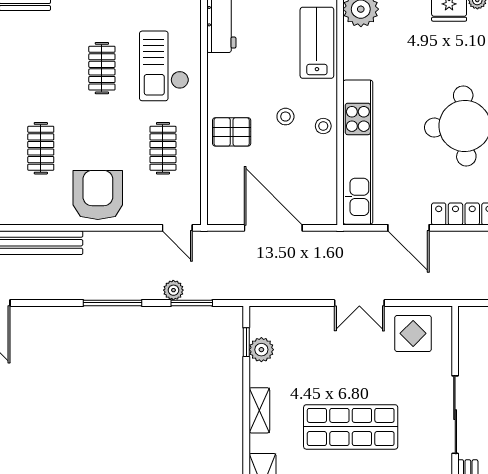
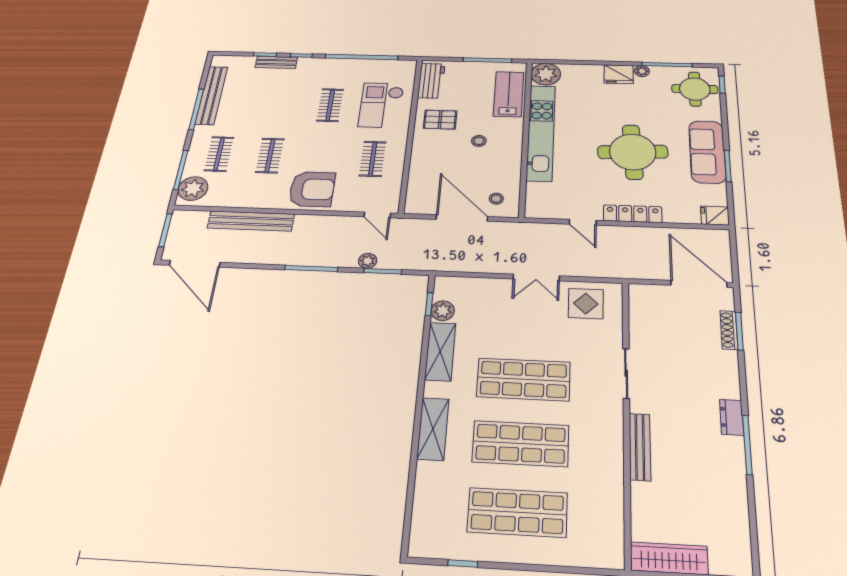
stool: (323, 126) -> (496, 199), moved
pallet: (232, 132) -> (440, 120), moved
kitchen unit: (358, 152) -> (541, 132), moved
armchair: (98, 195) -> (312, 189), turned 90
door: (409, 228) -> (583, 222), width x0.73
shelving: (259, 410) -> (440, 351), width x1.50, depth x1.33
sliding door: (455, 415) -> (626, 373), width x0.73

